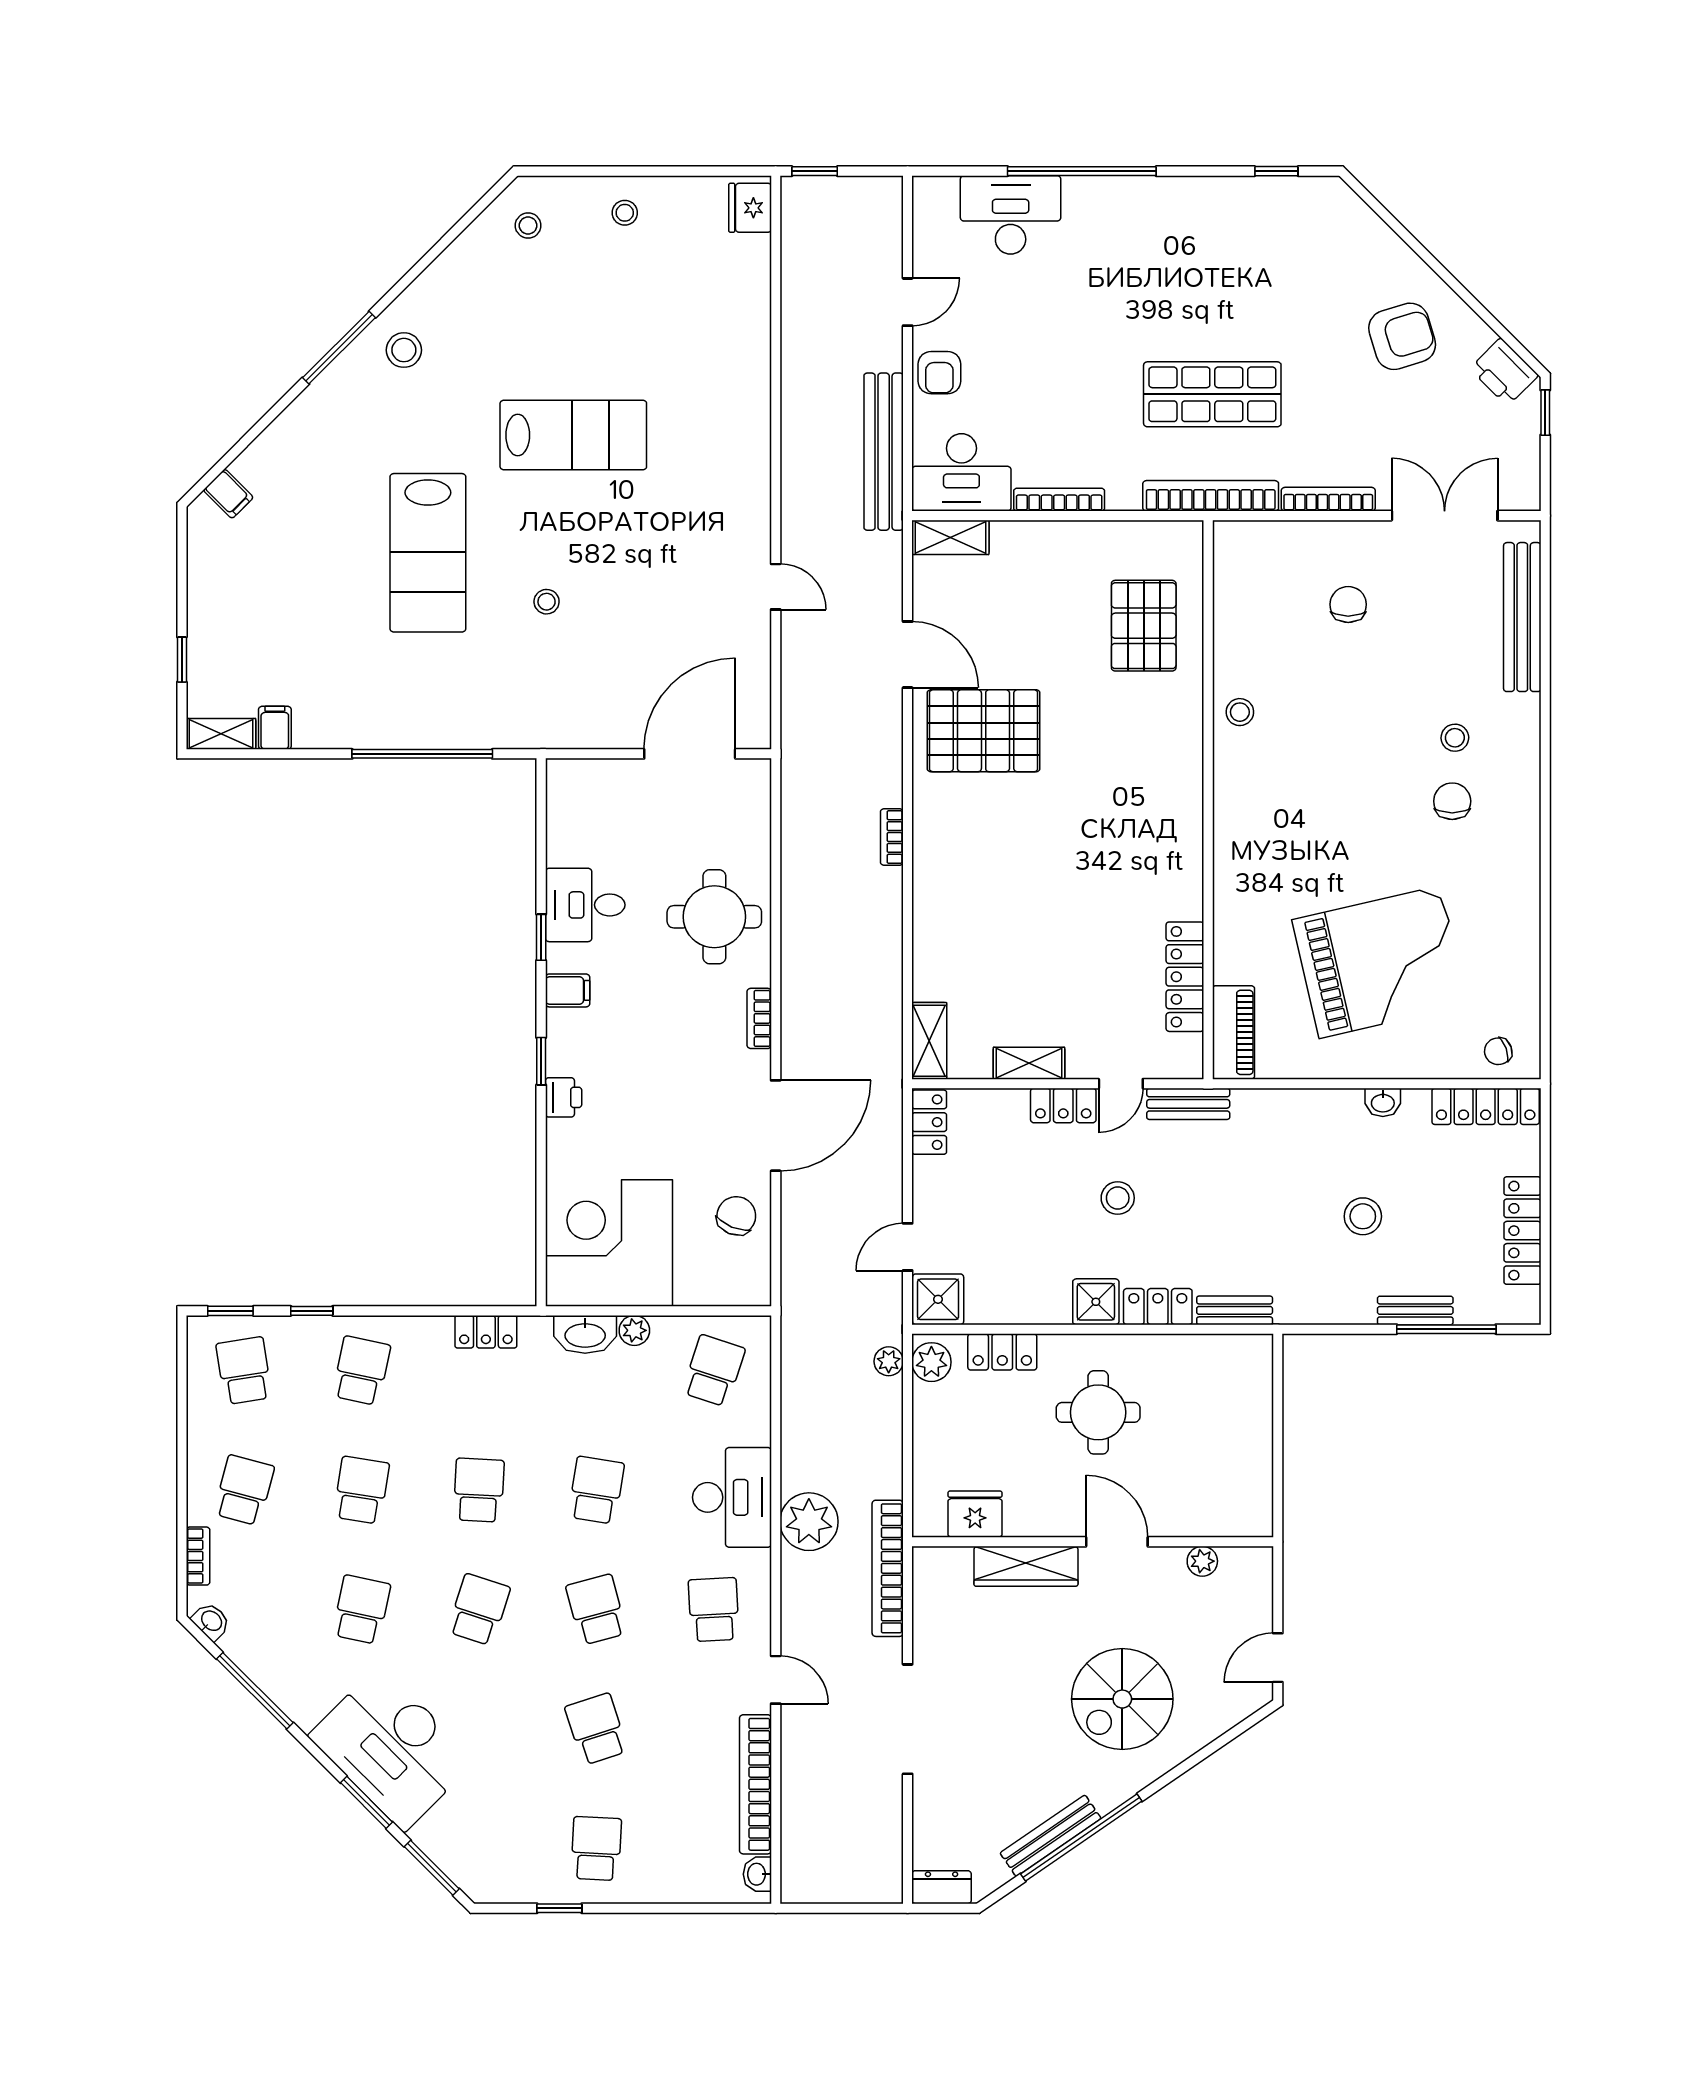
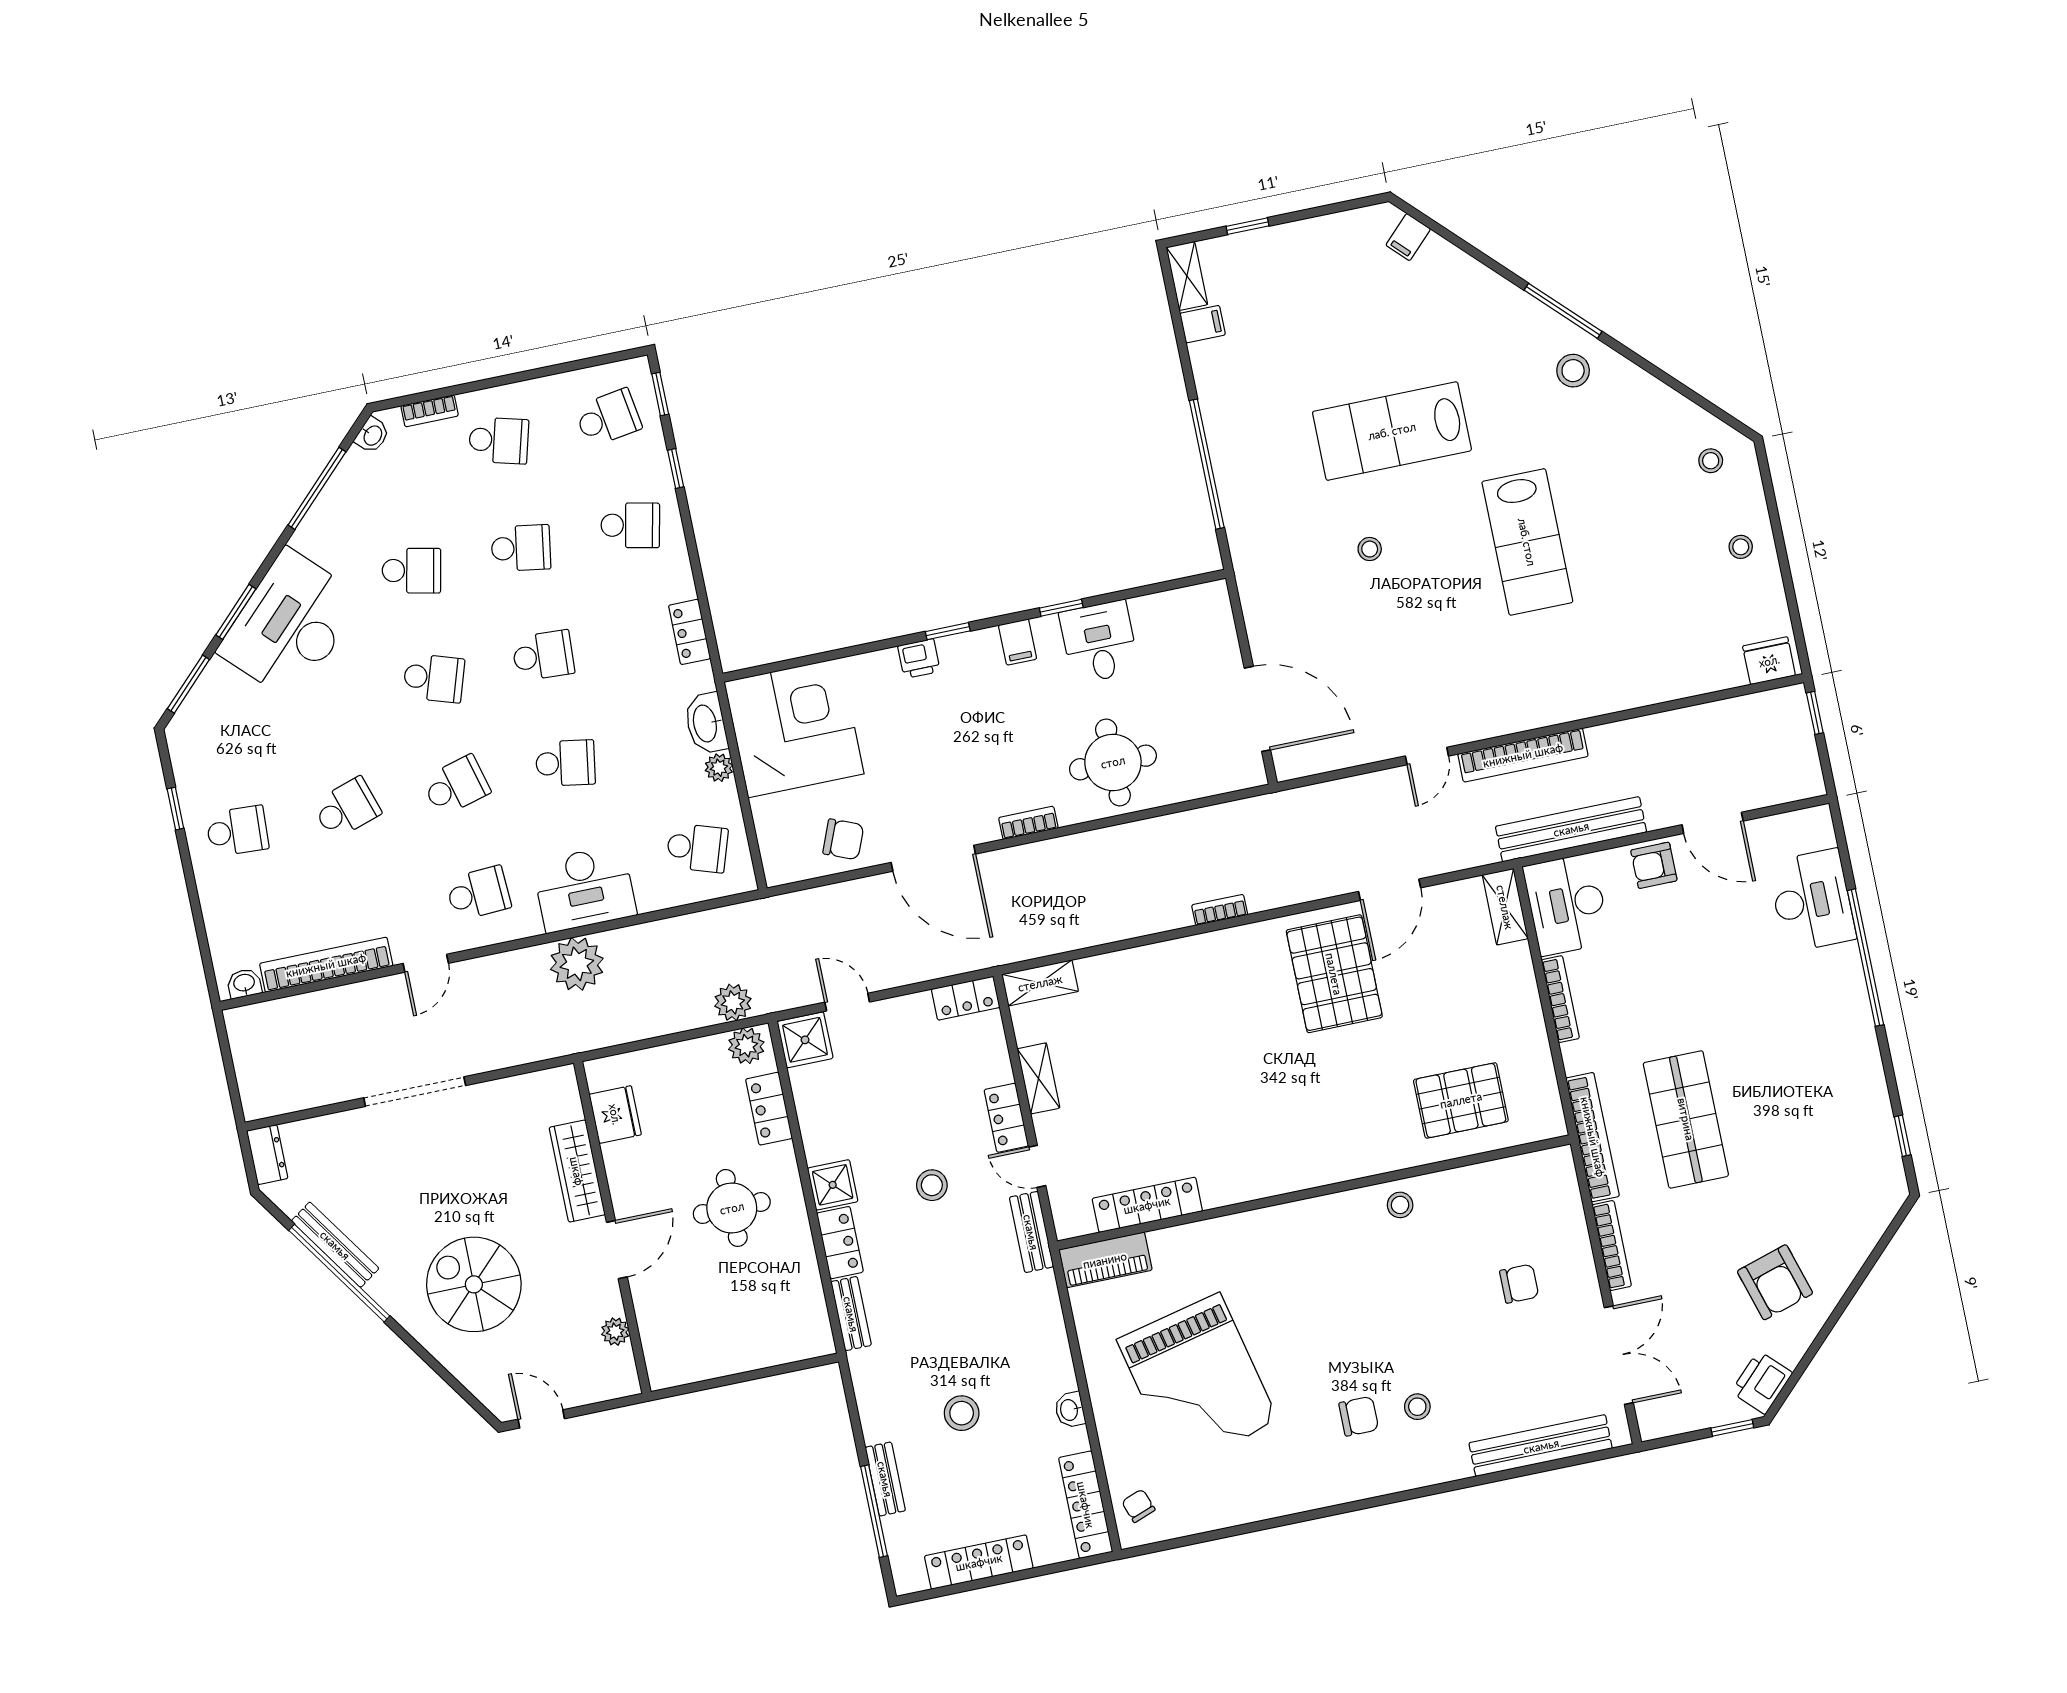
door: (908, 302) -> (1713, 823), width x1.38
plant: (889, 1361) -> (733, 1002), width x1.38, depth x1.38
bookcase: (888, 1568) -> (1523, 755), moved, turned 180

